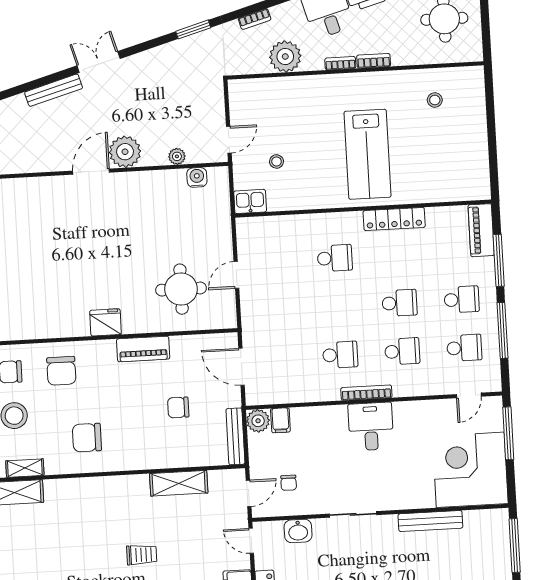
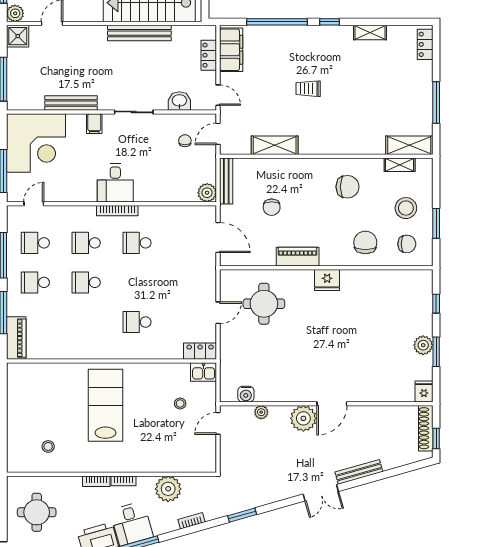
locker: (394, 219) -> (200, 351), moved, width x0.66
chair: (178, 407) -> (272, 207), turned 90
filing cabinet: (280, 420) -> (94, 124), moved, turned 180

